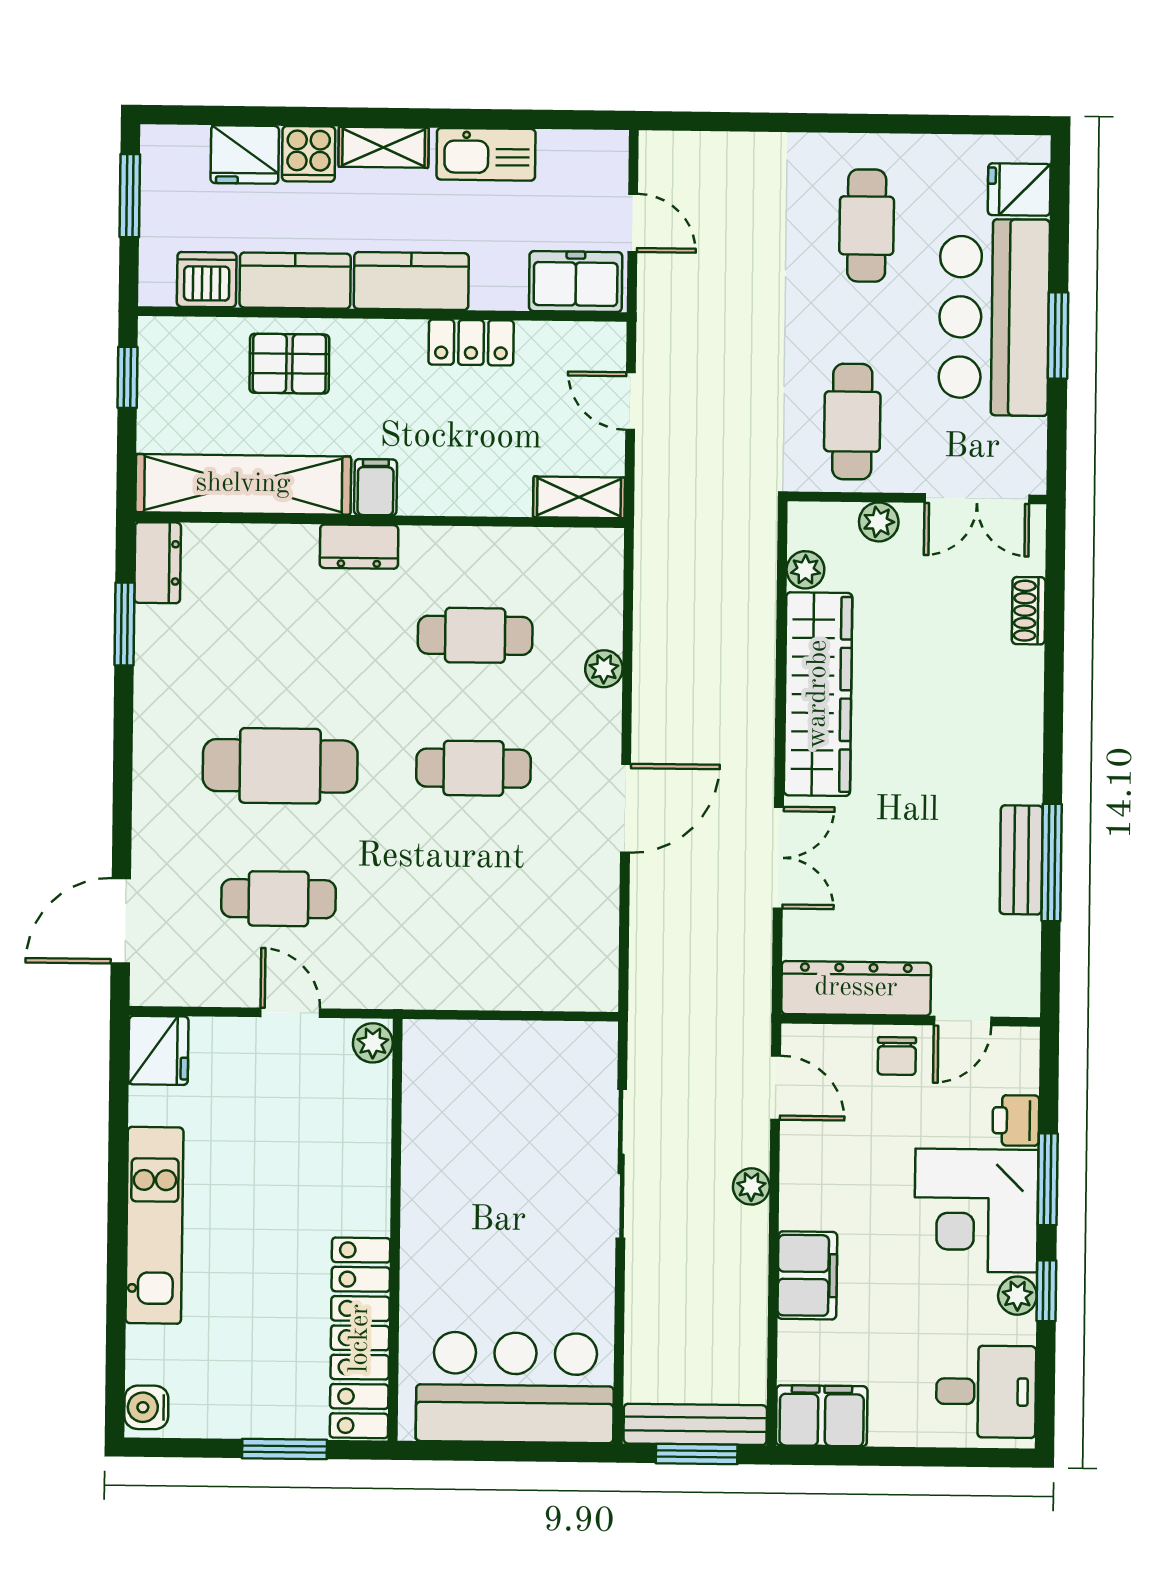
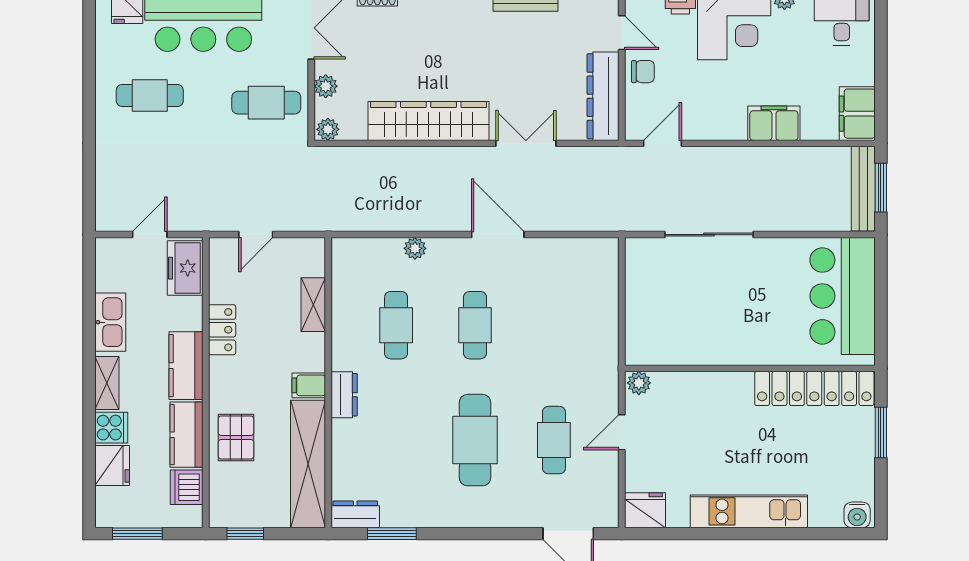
shelving: (579, 497) -> (313, 305), moved
plant: (805, 570) -> (328, 129), moved
plant: (751, 1186) -> (721, 157), removed

